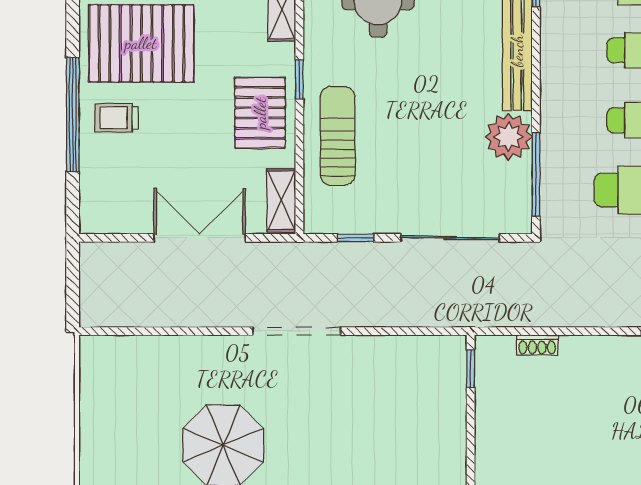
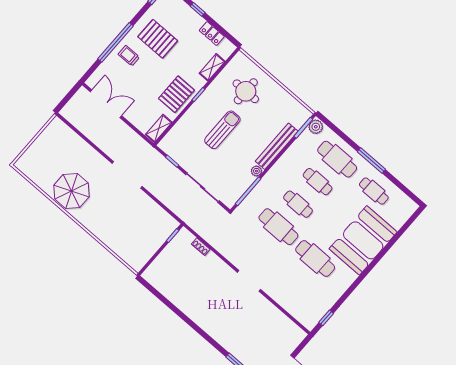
pallet: (141, 43) -> (158, 39), width x0.73, depth x0.71
sun lounger: (338, 136) -> (222, 130), moved
plant: (509, 137) -> (256, 171), width x0.53, depth x0.53
double door: (200, 238) -> (106, 104), moved

